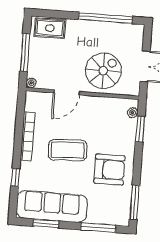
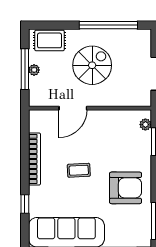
spiral stairs: (103, 71) -> (92, 65), moved
plant: (31, 83) -> (34, 70), moved
coffee table: (68, 150) -> (79, 170), width x0.54, depth x0.58

